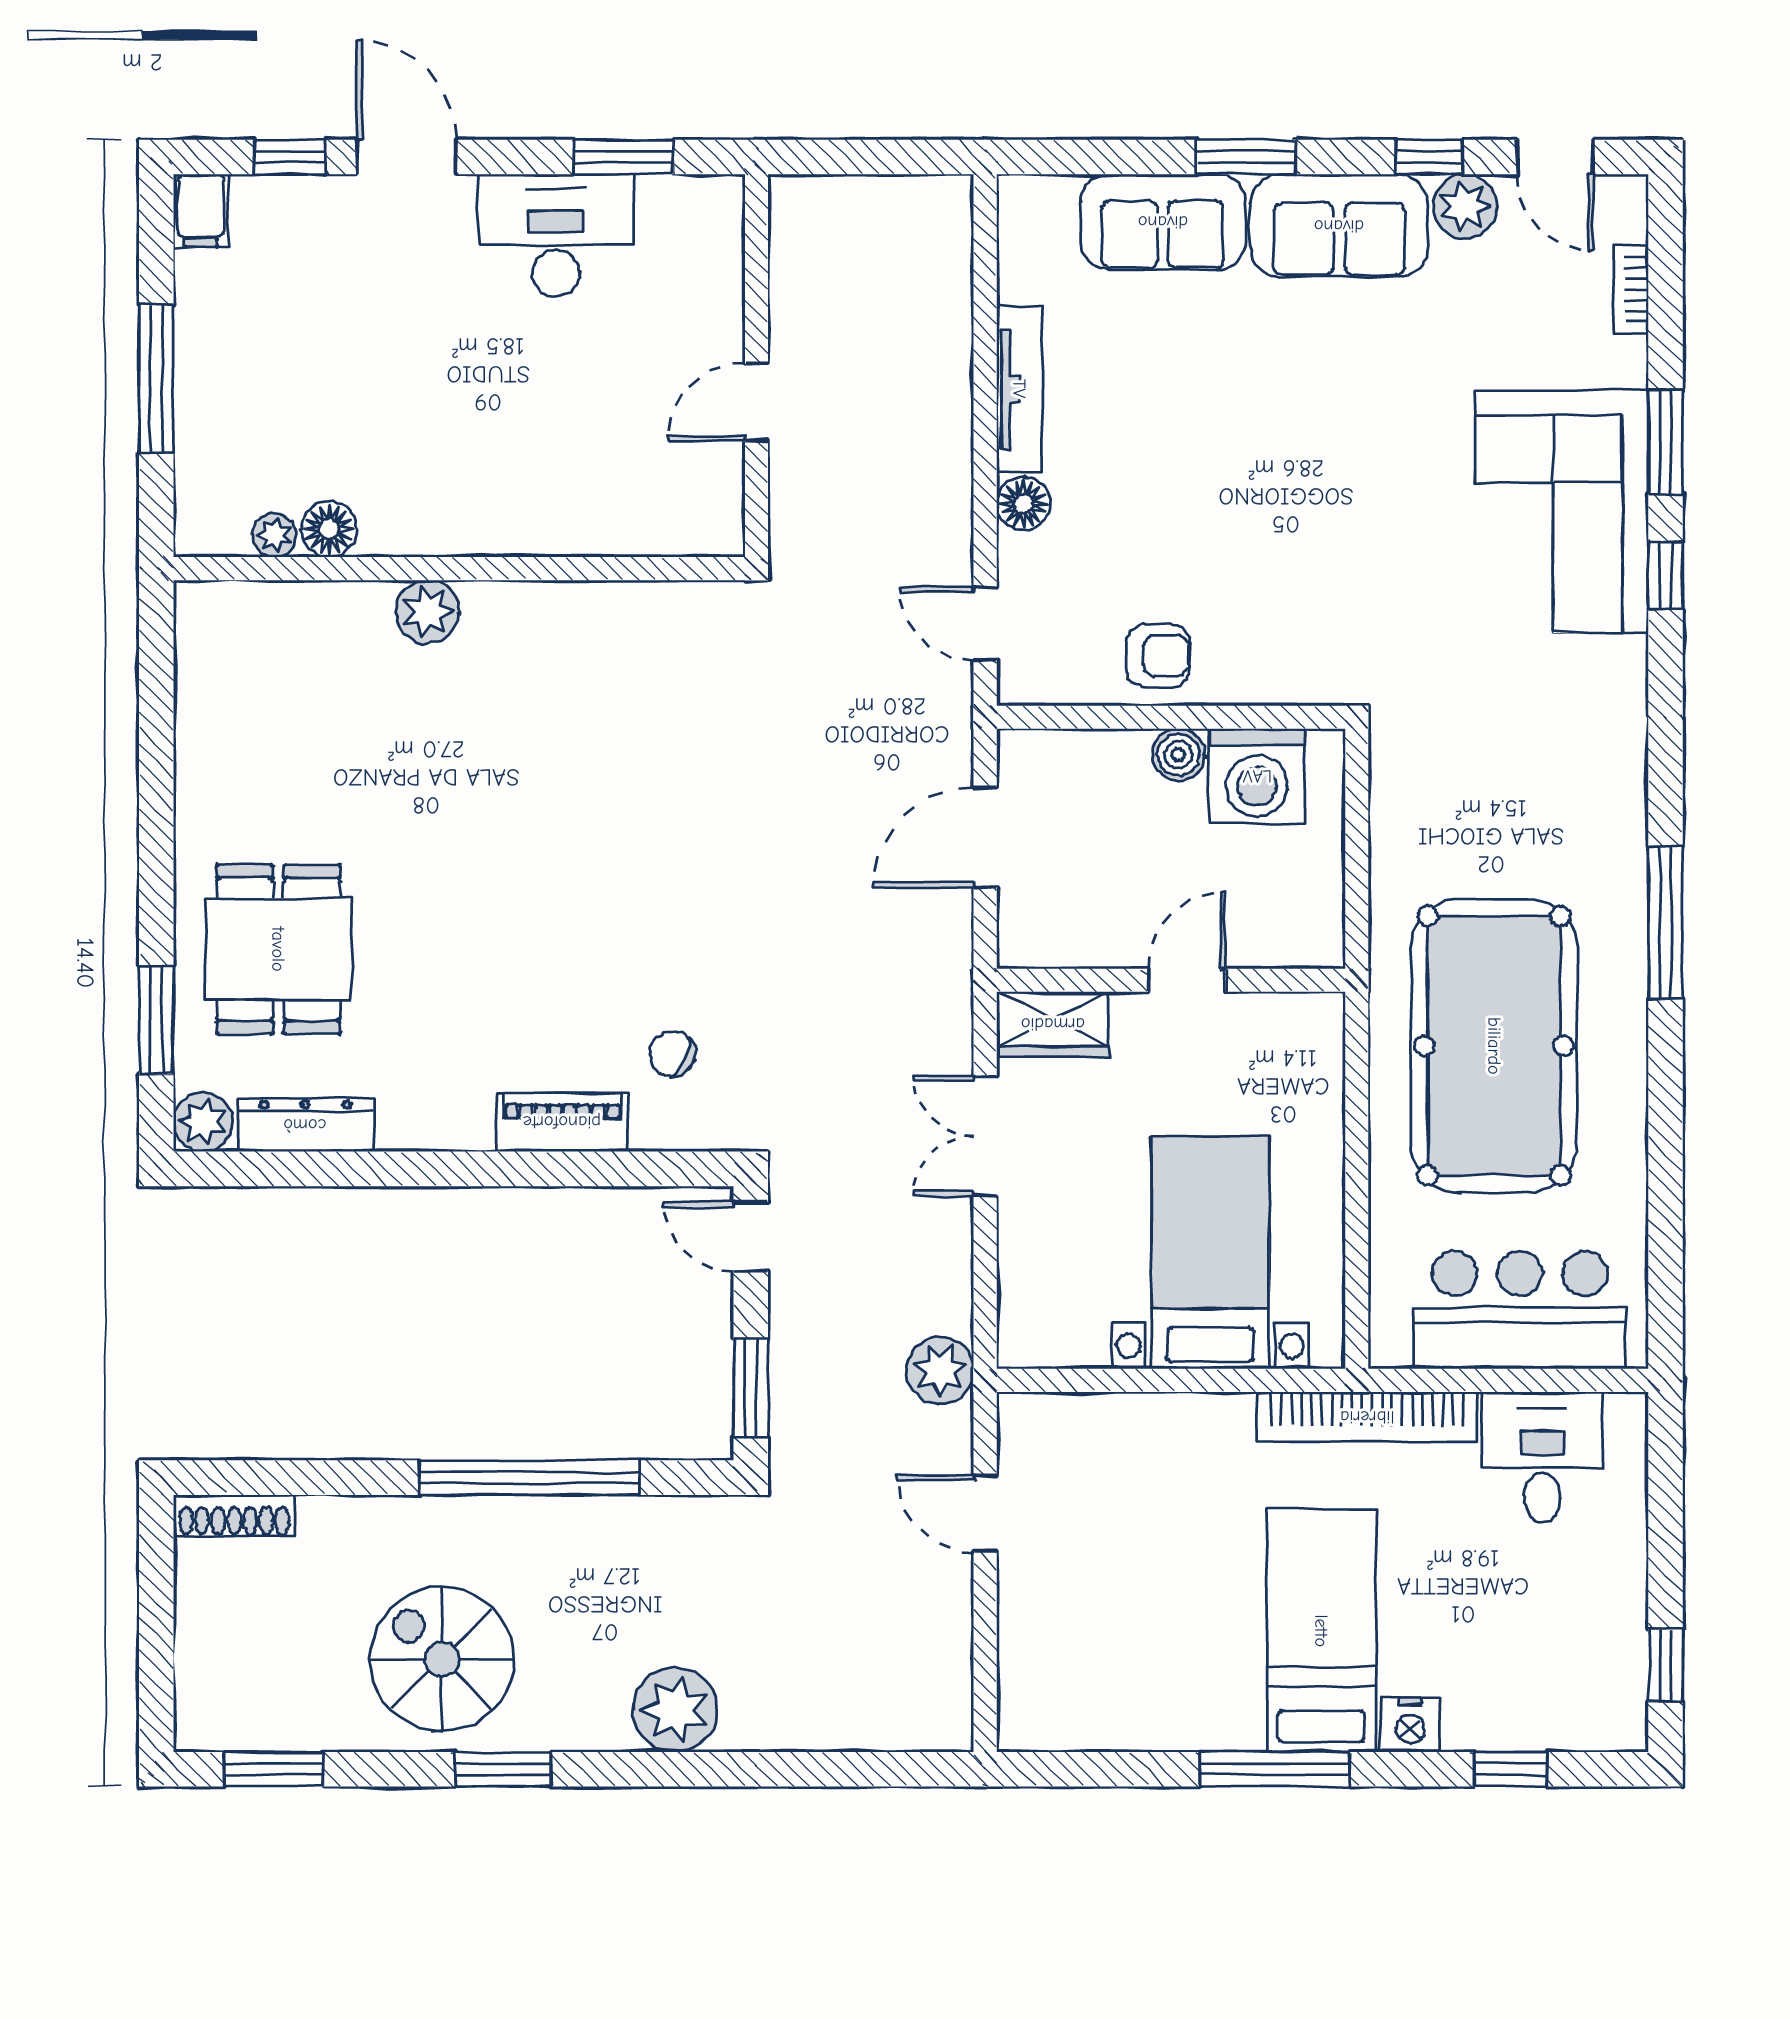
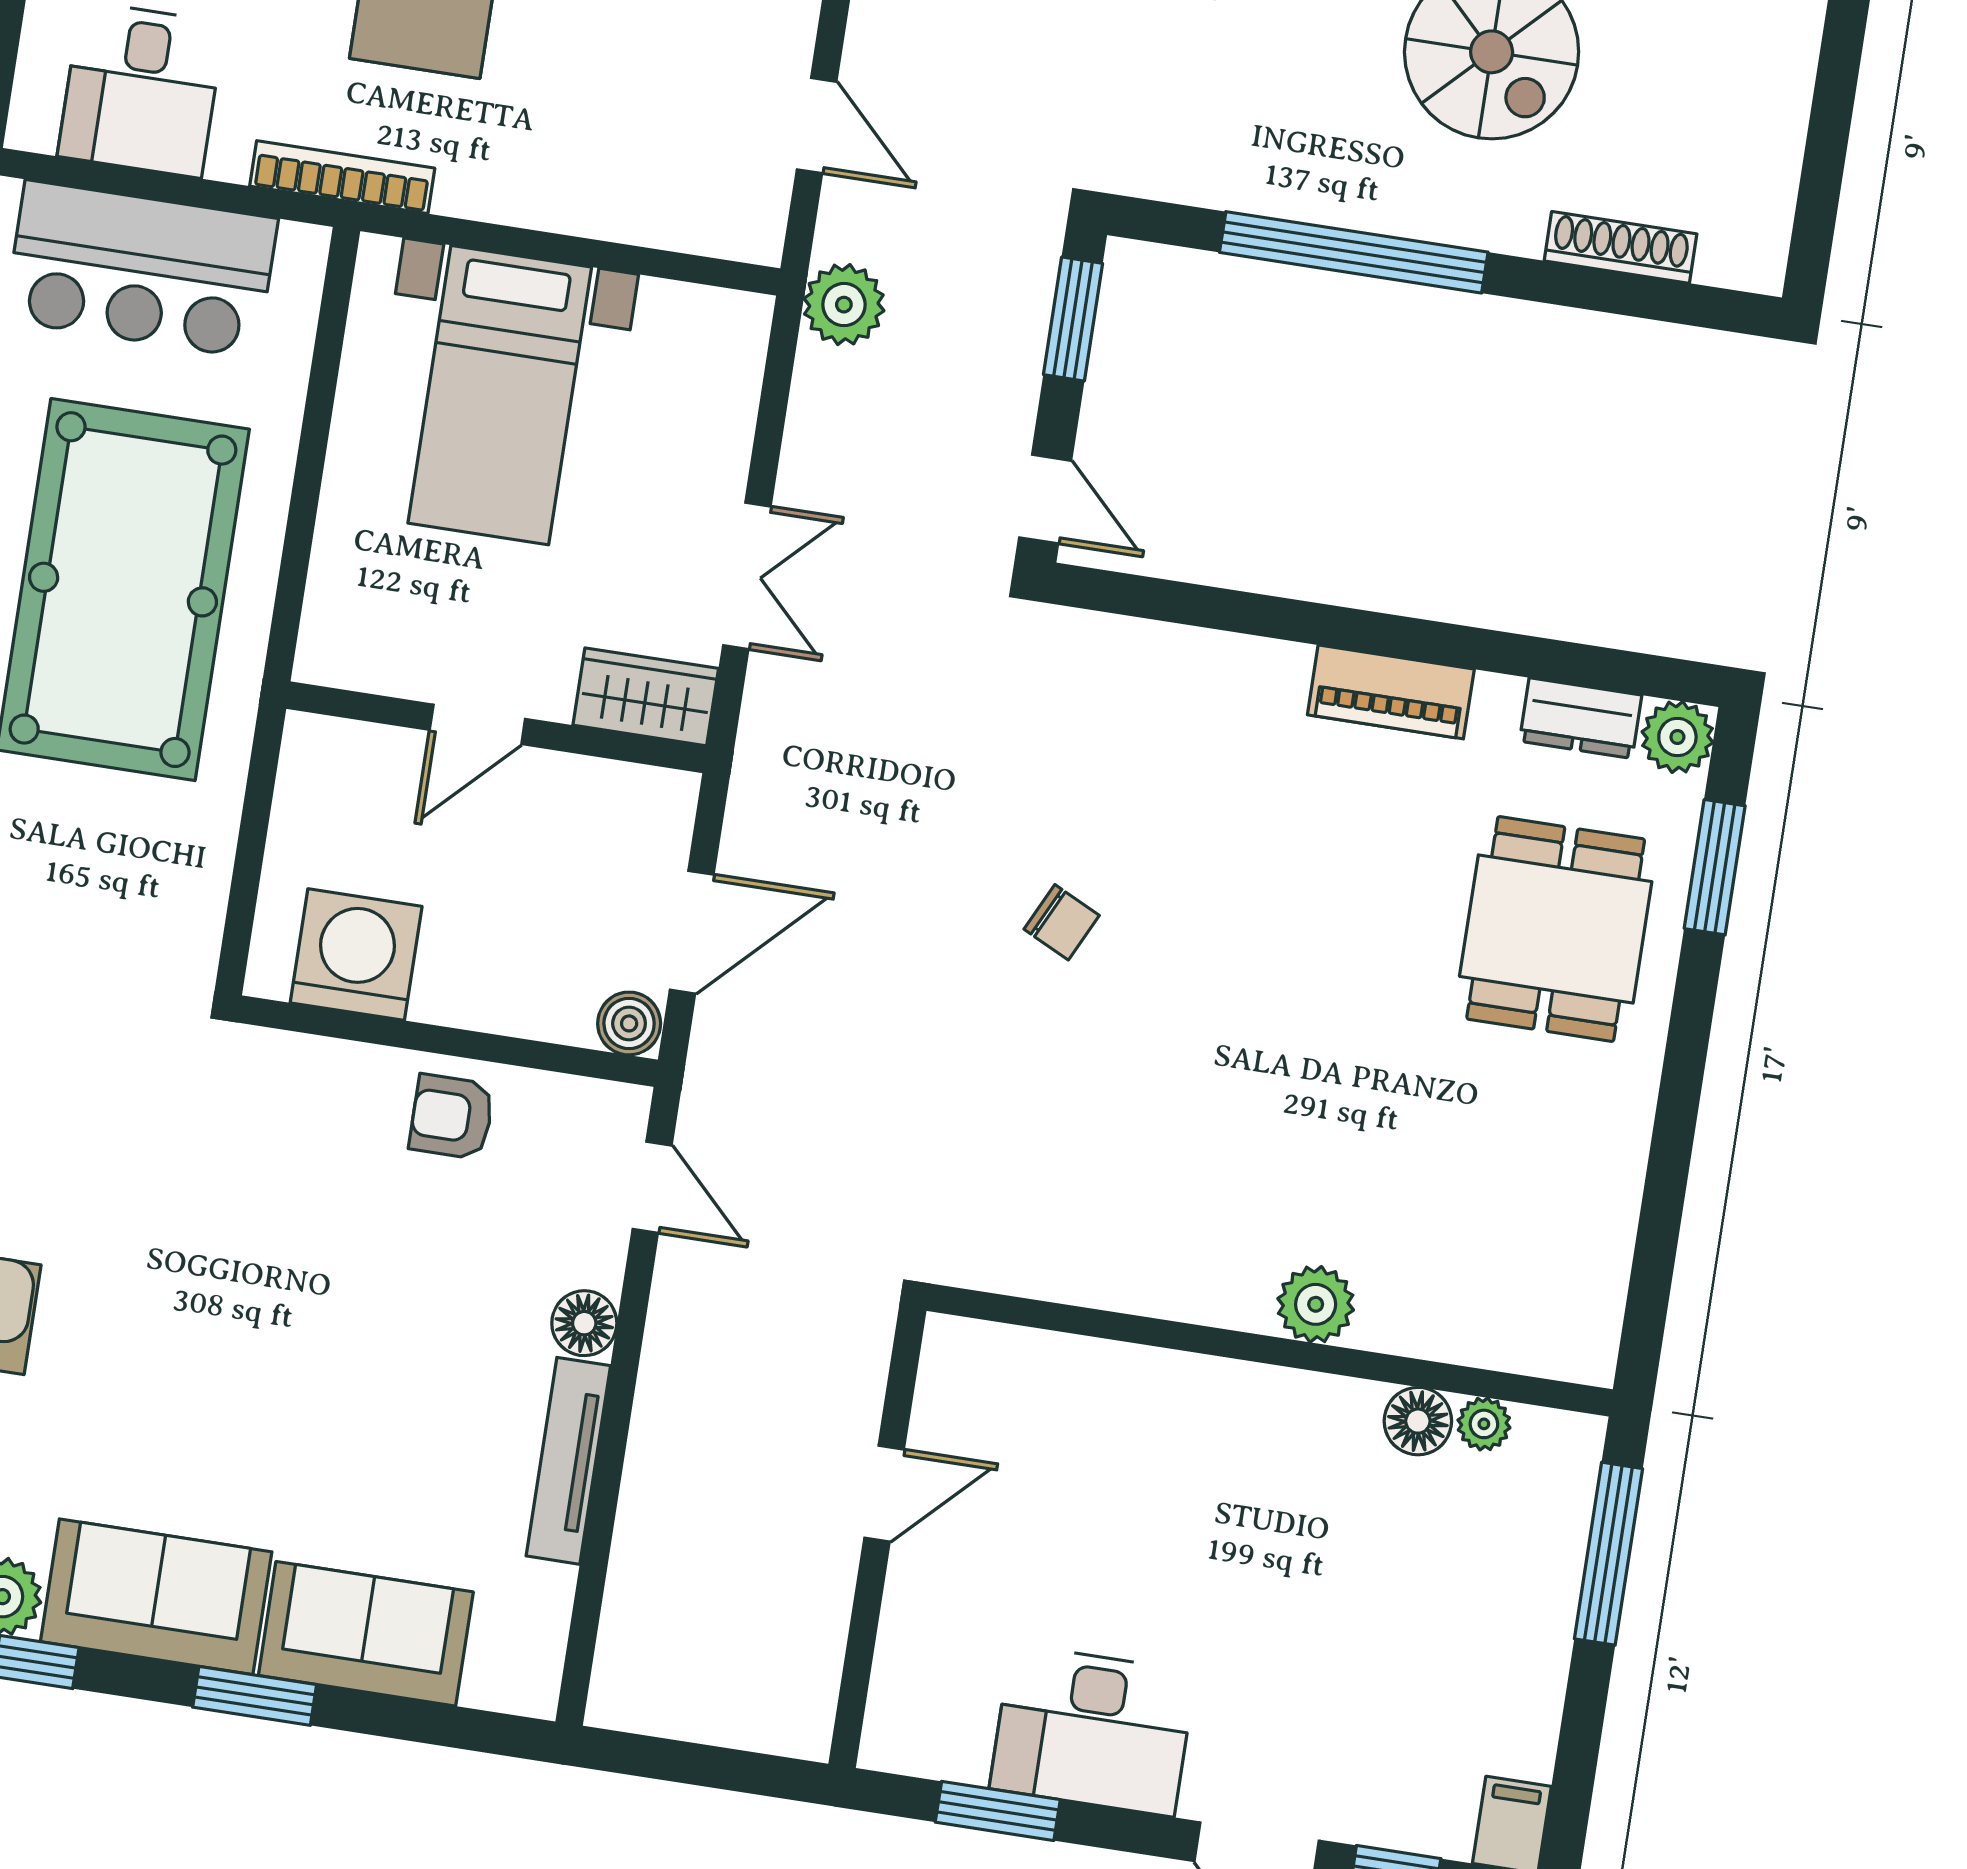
window: (156, 379) -> (1608, 1554), moved
boiler: (1179, 755) -> (629, 1023), moved
chair: (672, 1054) -> (1062, 922), moved
piano: (562, 1122) -> (1391, 692), moved
dresser: (305, 1125) -> (1581, 718), width x0.70
bookcase: (1367, 1417) -> (342, 177), width x0.68, depth x0.76
shoe rack: (234, 1515) -> (1620, 247), moved

